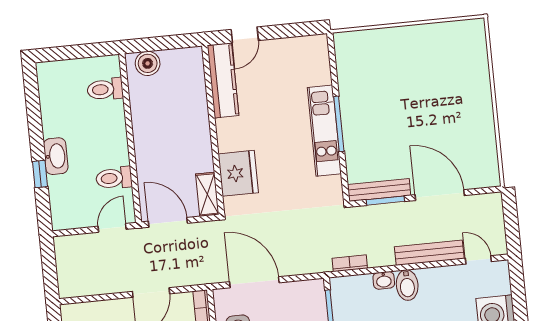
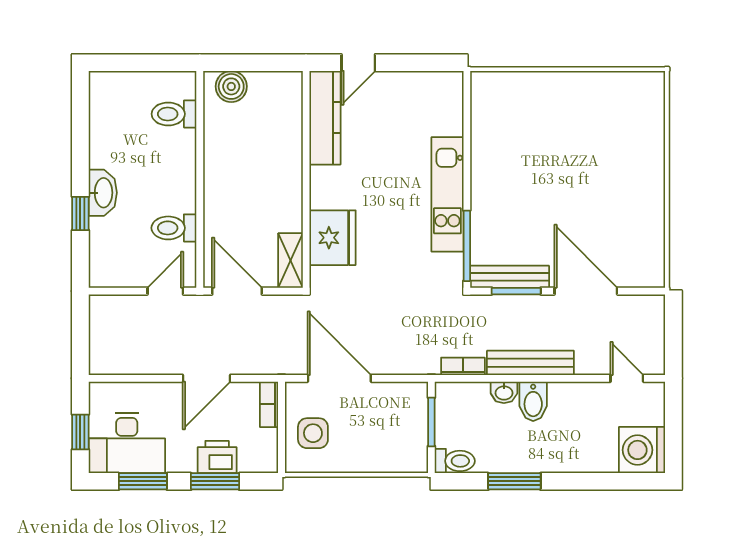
window: (339, 124) -> (467, 246), moved
bench: (429, 253) -> (530, 363), moved

